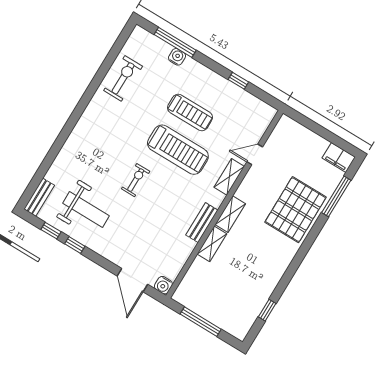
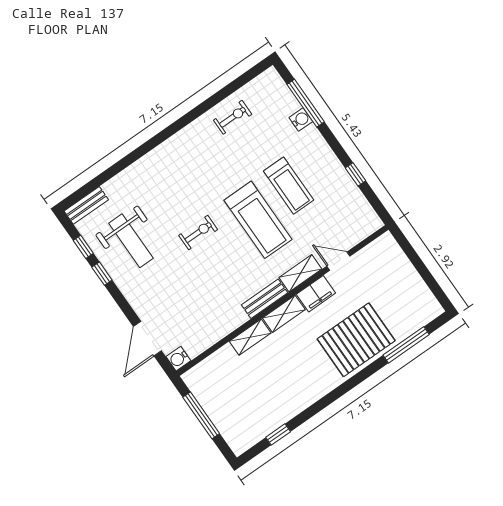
exercise bike: (123, 78) -> (233, 117), width x0.73, depth x0.72
filing cabinet: (339, 158) -> (316, 294), moved, turned -90
bench: (202, 223) -> (265, 299), moved

